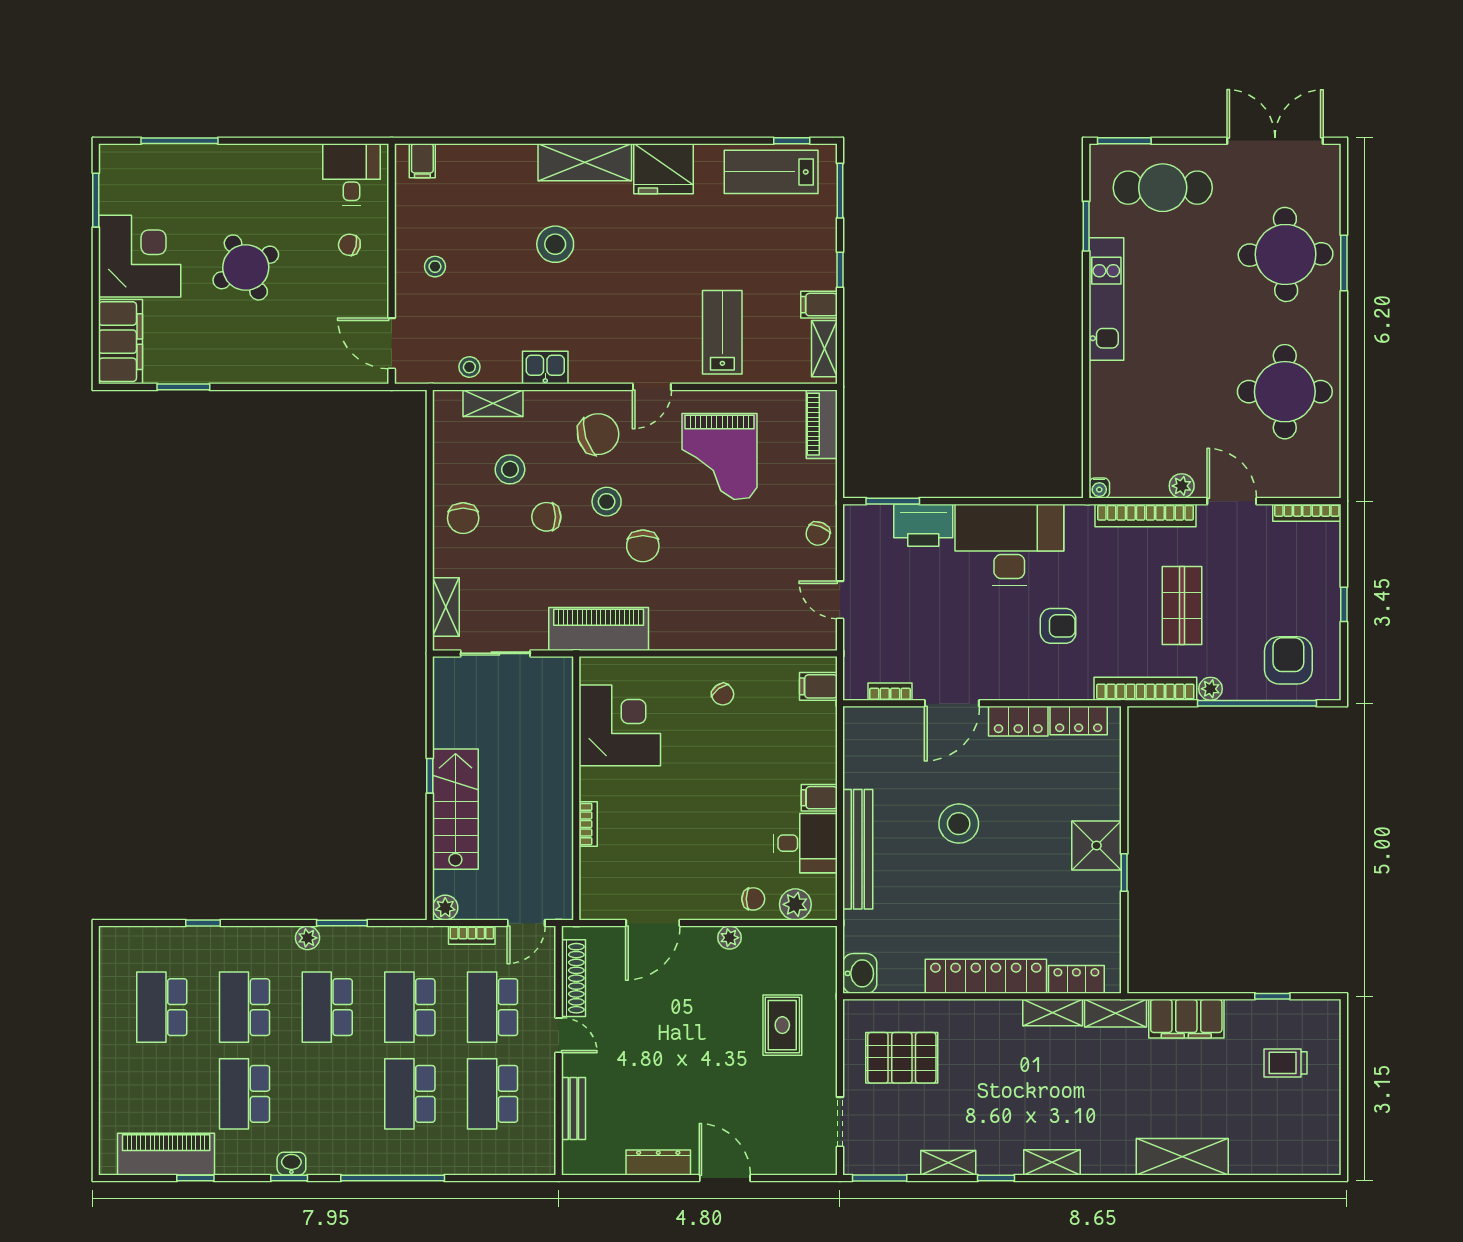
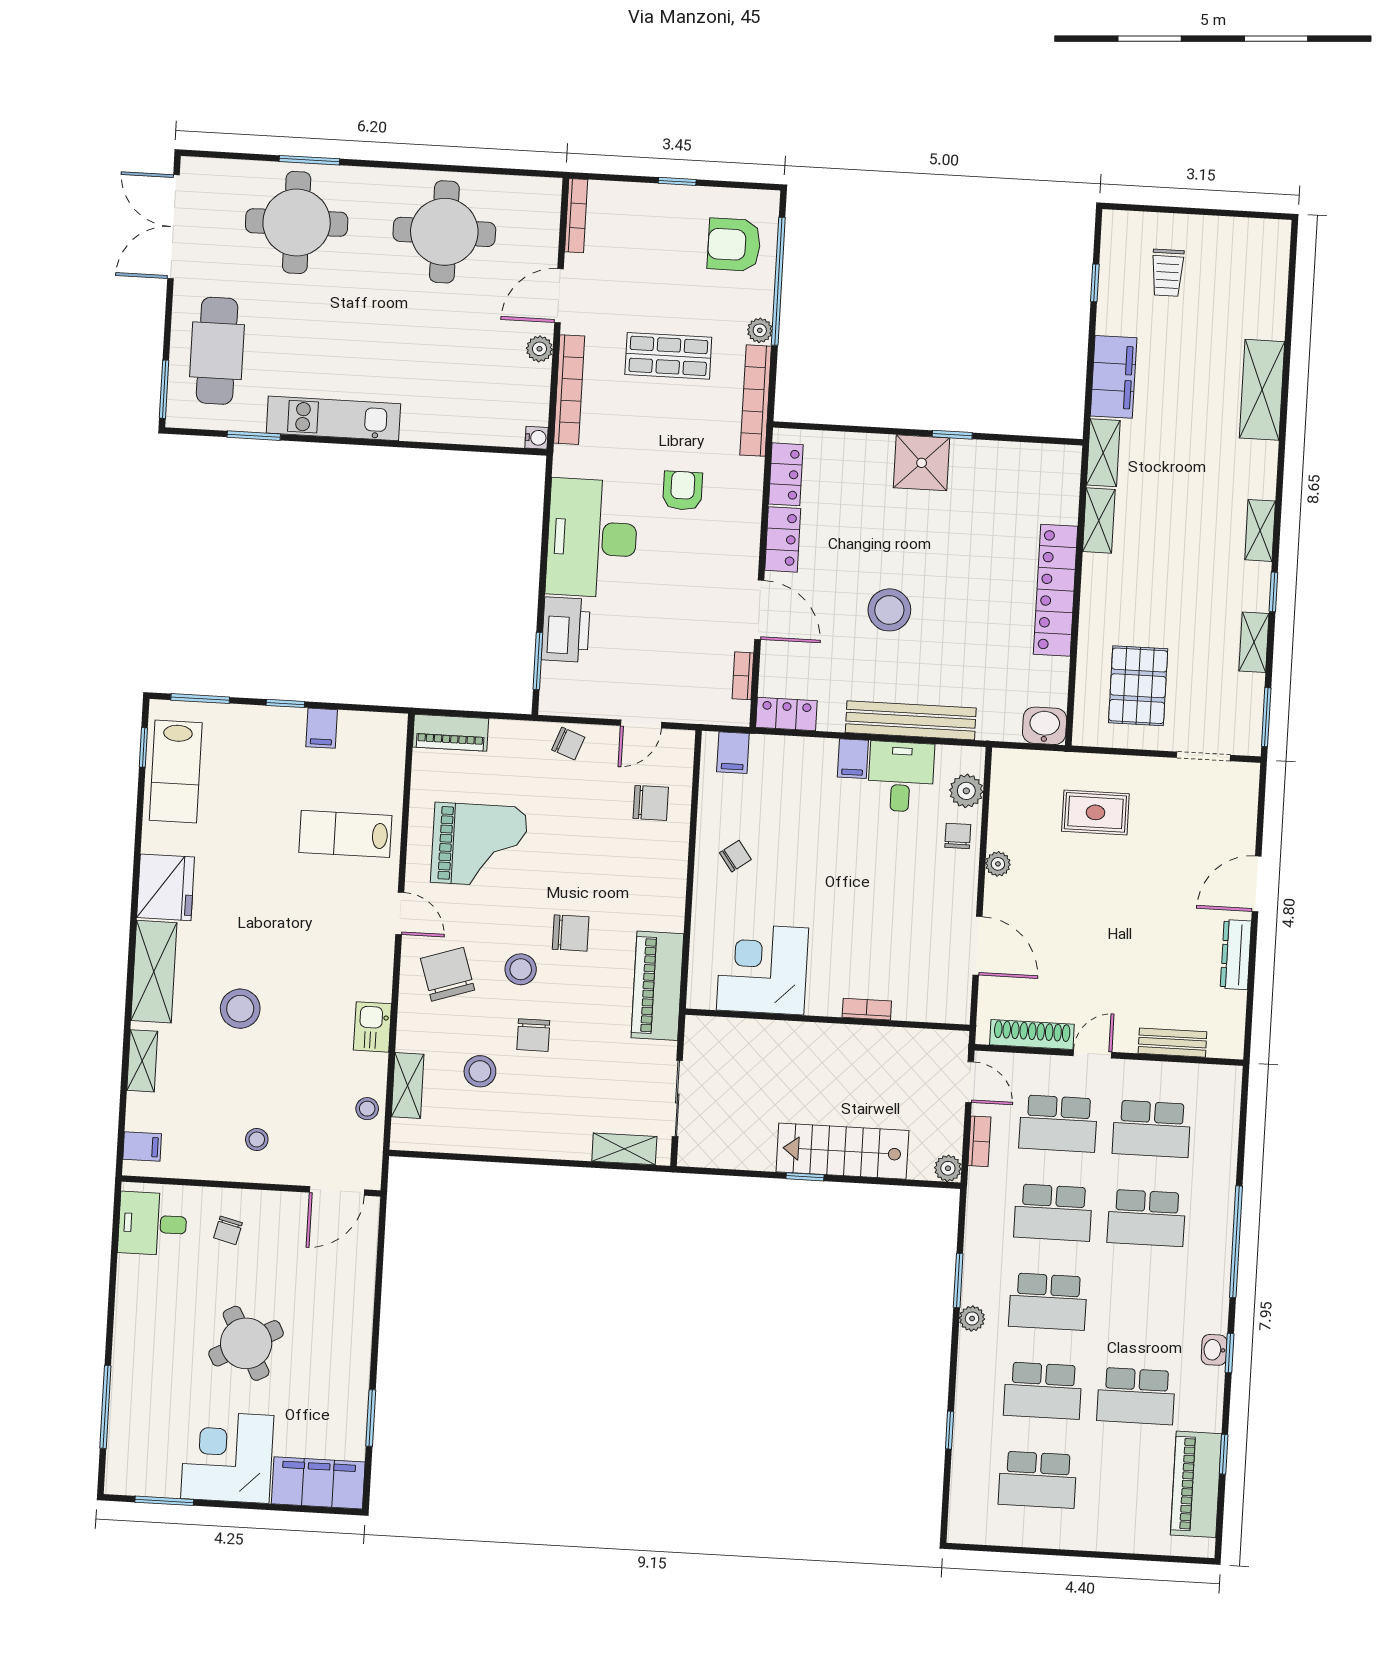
shelving: (824, 349) -> (142, 1061), moved, turned 90
chair: (463, 518) -> (651, 803), moved
locker: (1076, 979) -> (786, 714), moved, turned 90

